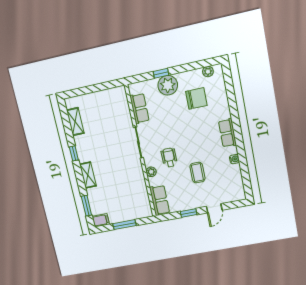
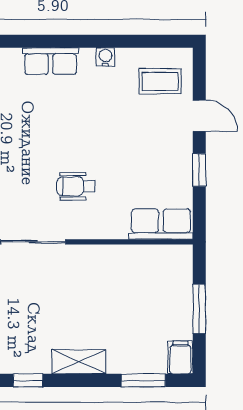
plant: (151, 172) -> (98, 229), removed
coffee table: (197, 173) -> (160, 81), moved

